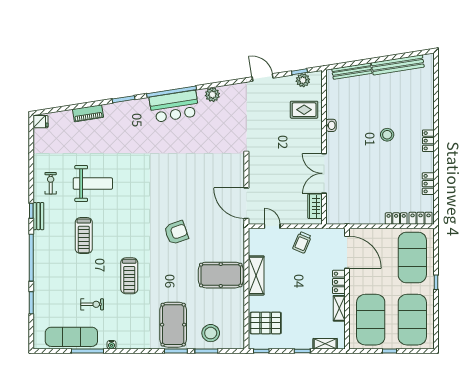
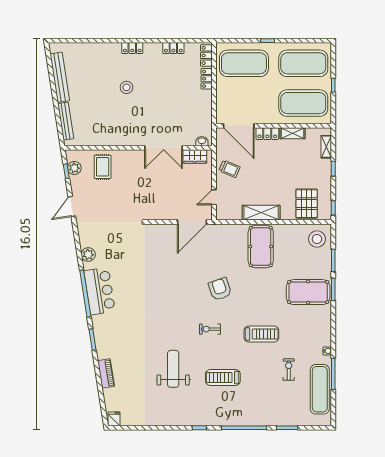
washbasin: (331, 125) -> (202, 141), moved
exercise bike: (51, 183) -> (210, 329), moved
bench: (38, 216) -> (204, 421), removed
treadmill: (84, 235) -> (223, 378), turned 180
door: (347, 252) -> (239, 126), swing flipped
stool: (211, 333) -> (317, 239), moved

